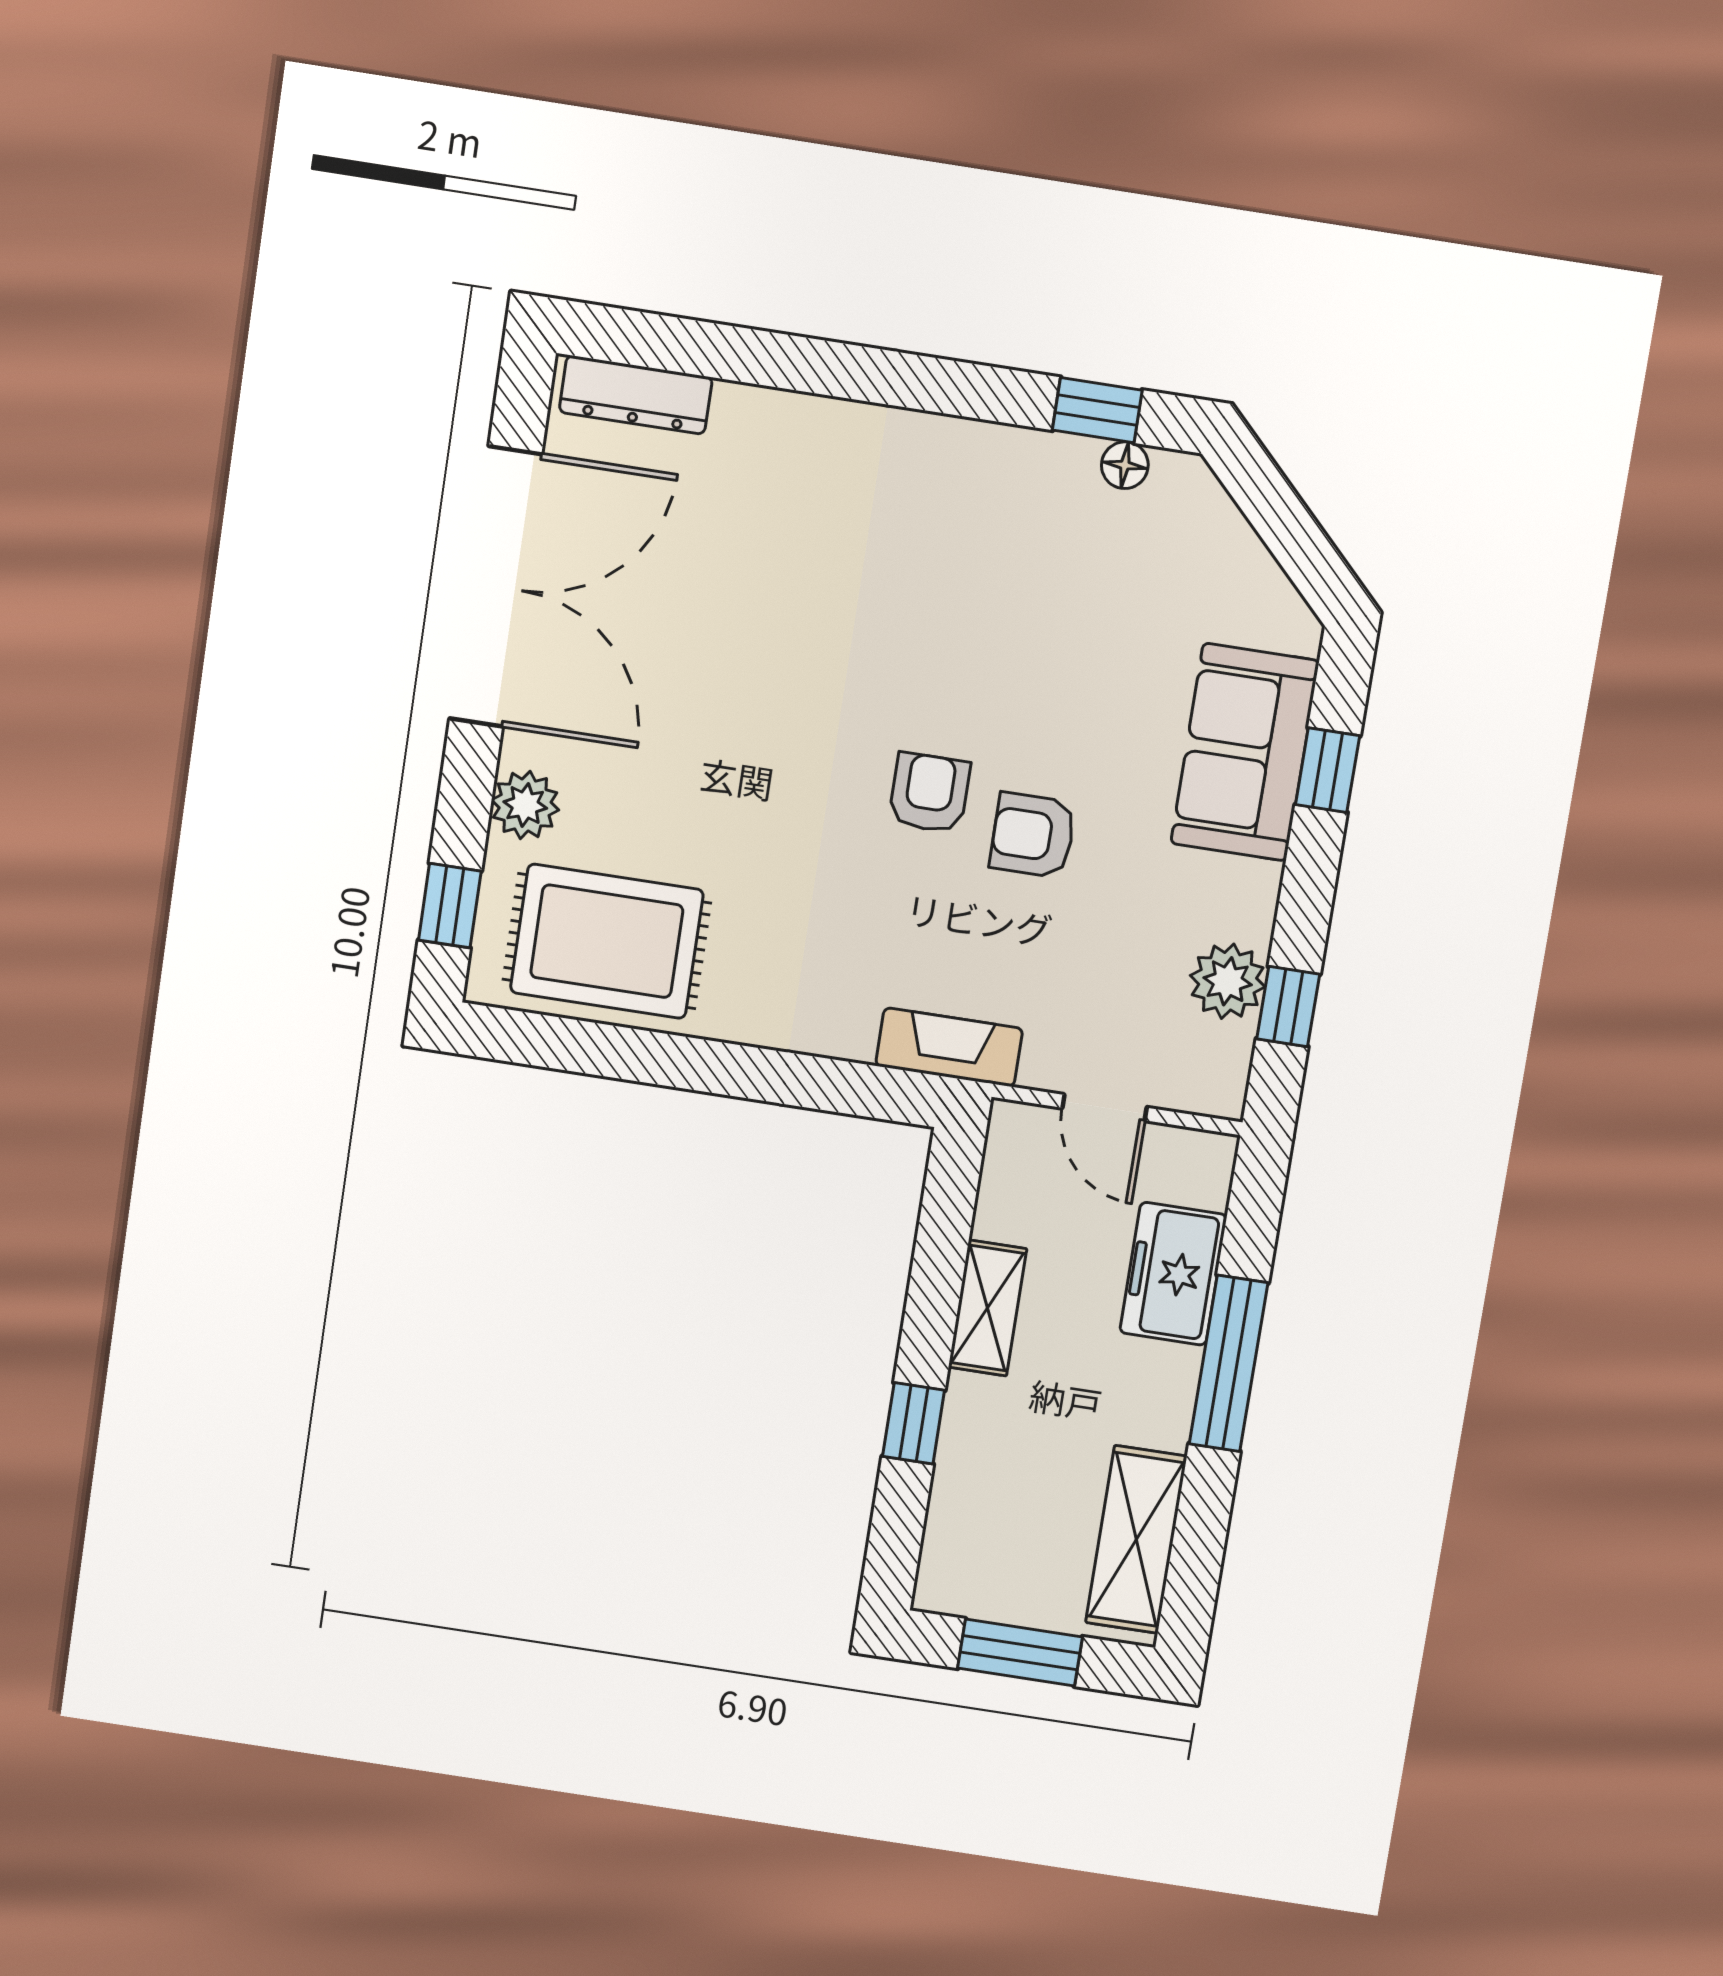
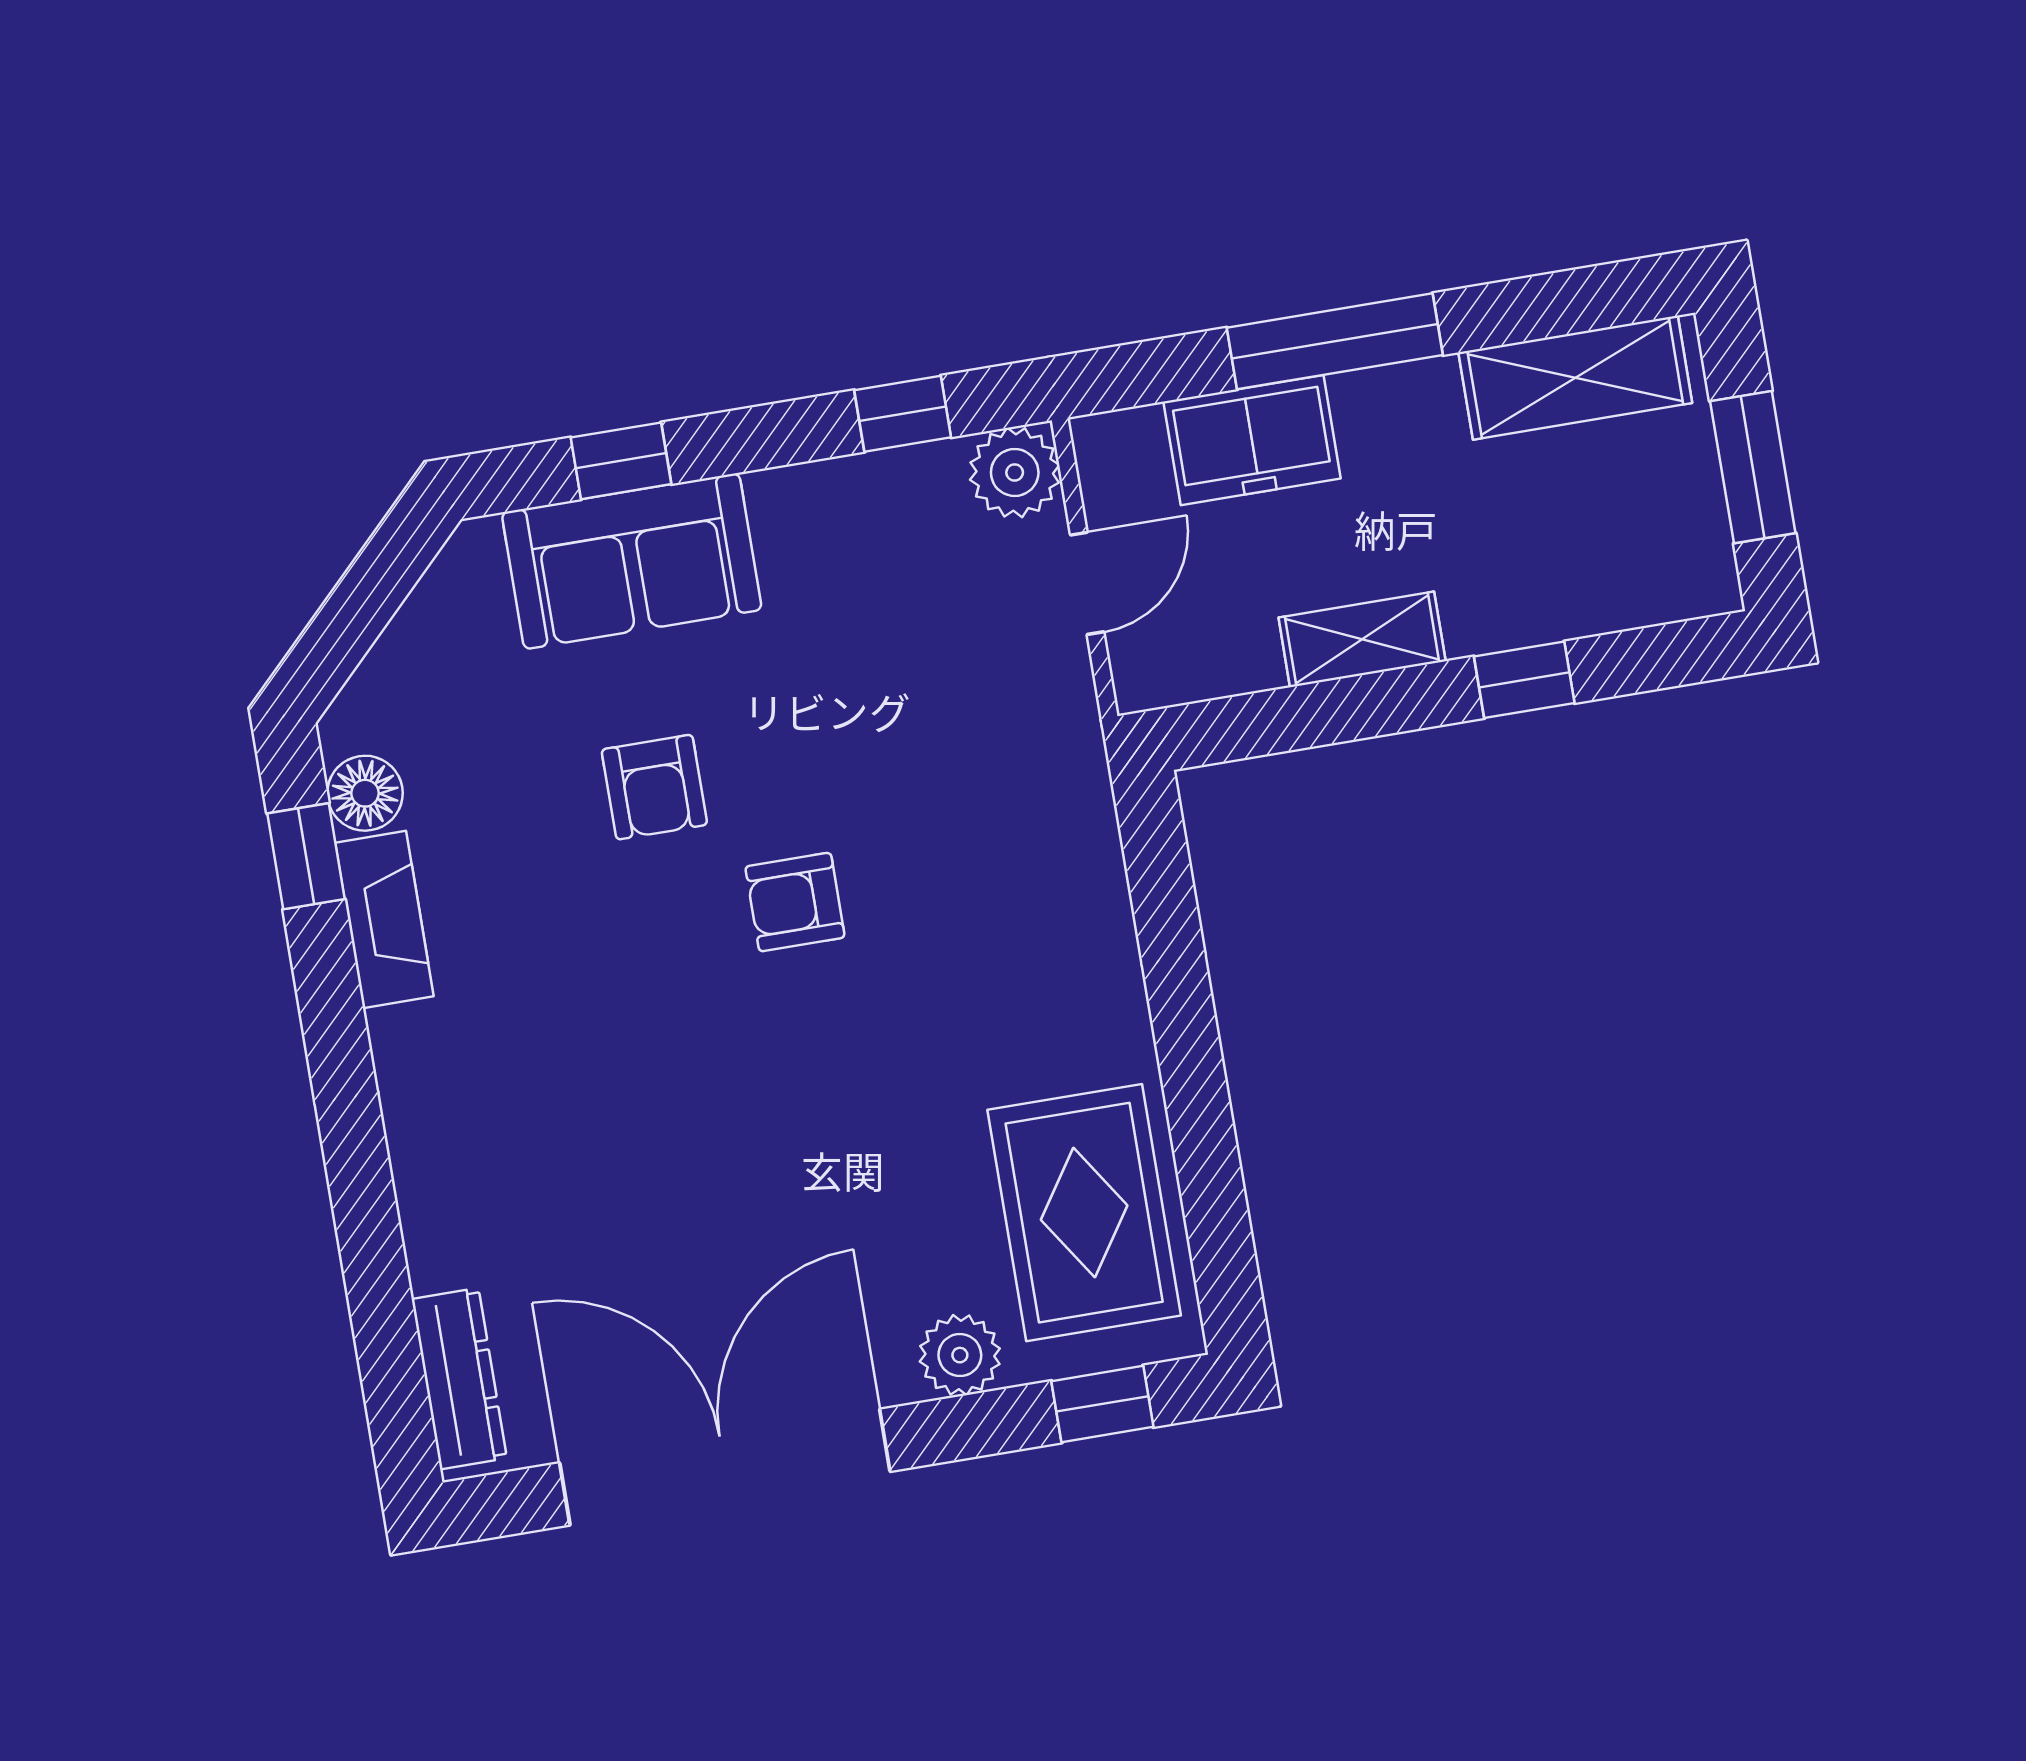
floor lamp: (1125, 465) -> (365, 793), width x1.37, depth x1.37
armchair: (1033, 835) -> (654, 787), moved
plant: (1228, 981) -> (1015, 472), moved
fireplace: (949, 1047) -> (384, 920), moved, turned 180

